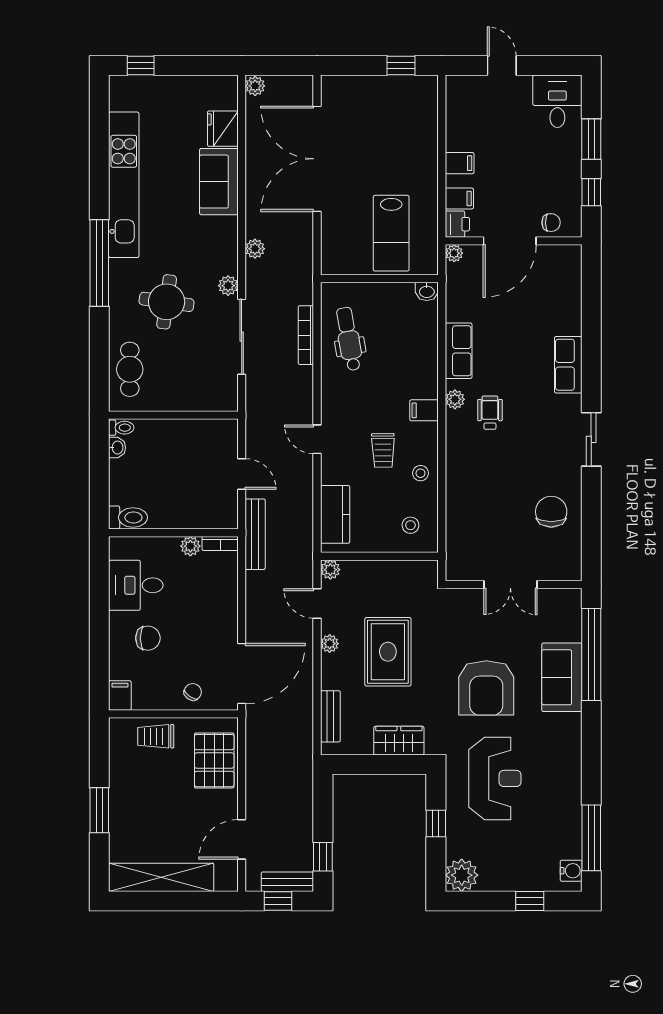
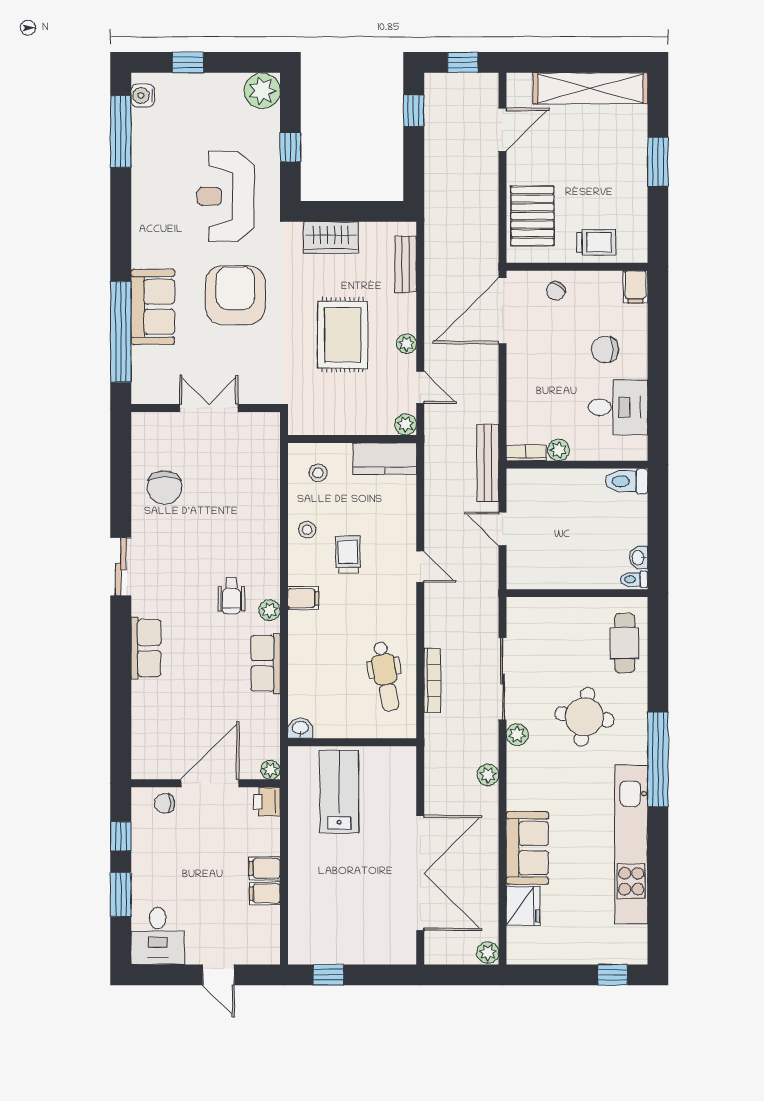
filing cabinet: (459, 198) -> (265, 894), moved
kitchen counter: (335, 514) -> (385, 459), moved, turned -90
bench: (287, 882) -> (452, 84), removed

